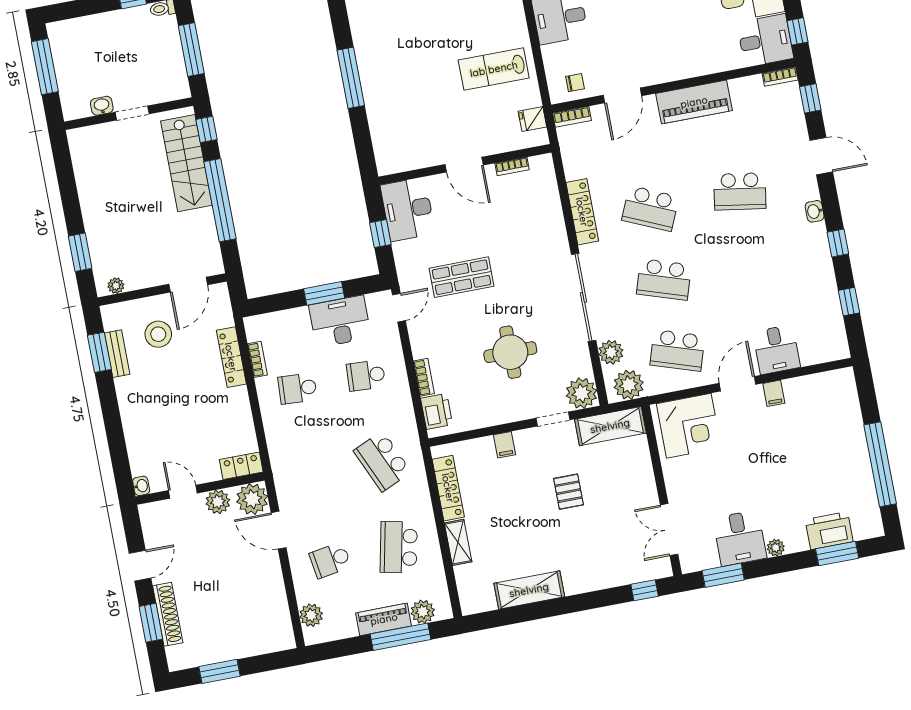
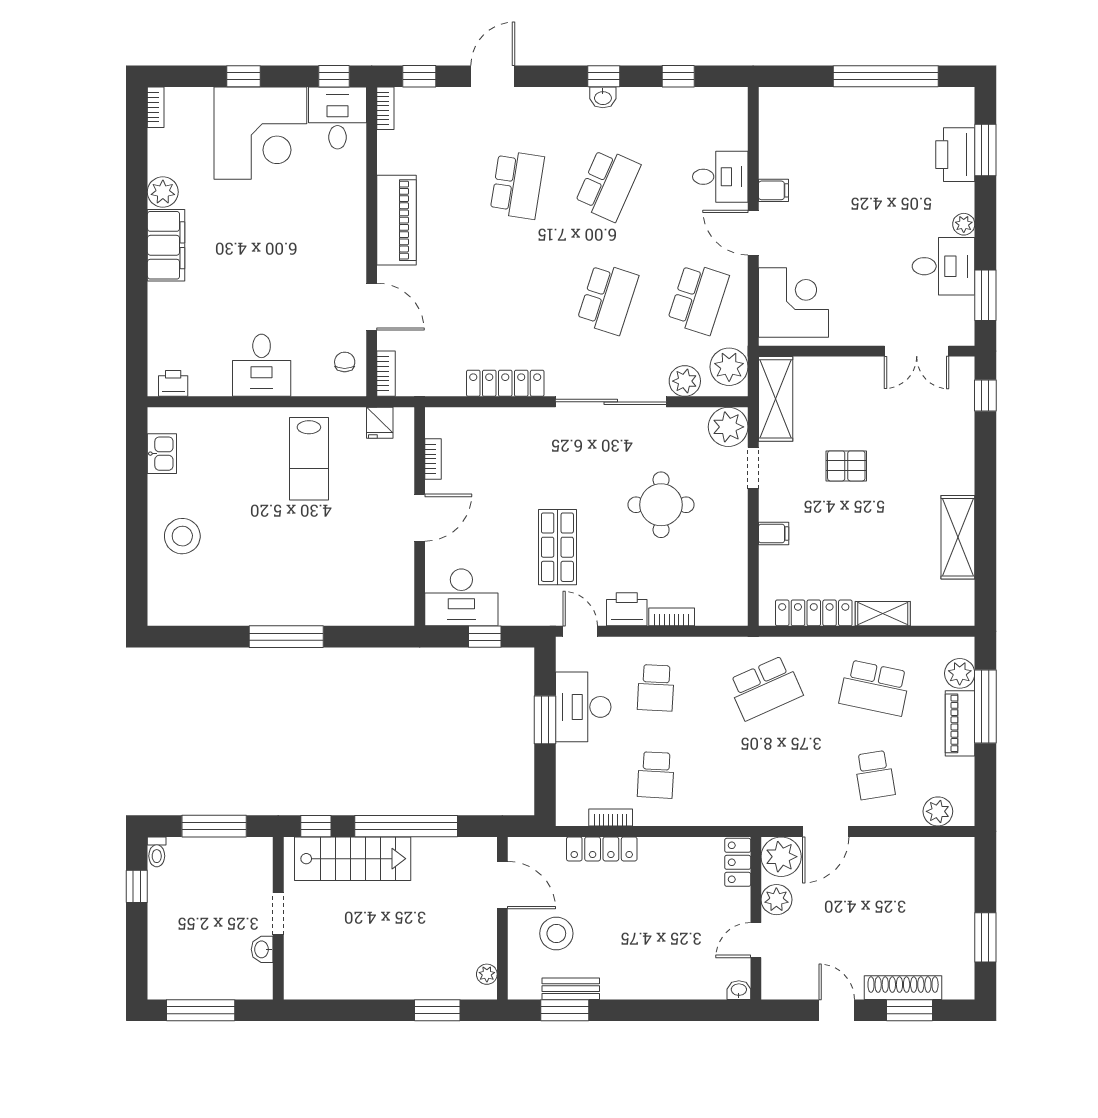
school desk: (650, 208) -> (608, 185), moved
washbasin: (815, 211) -> (603, 97), moved
printer: (437, 411) -> (627, 609), moved

